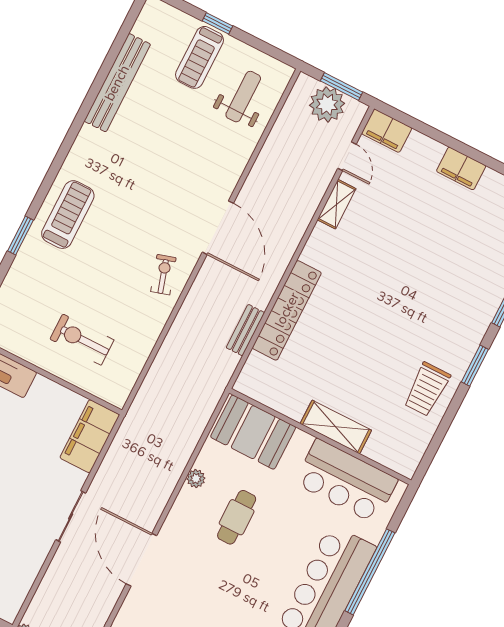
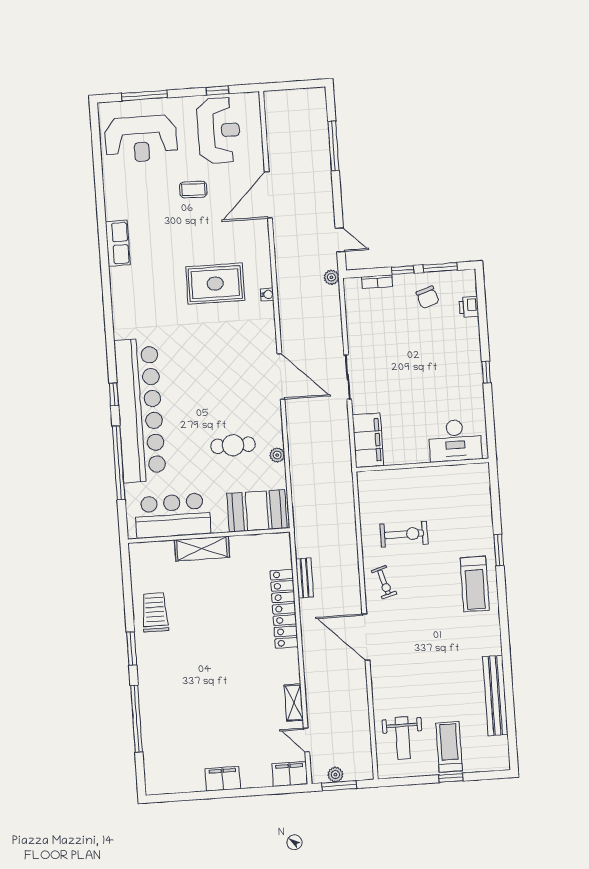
plant: (327, 104) -> (335, 775), width x0.53, depth x0.53
exercise bike: (82, 340) -> (404, 534), moved
cafe table: (237, 517) -> (233, 445), turned 90

